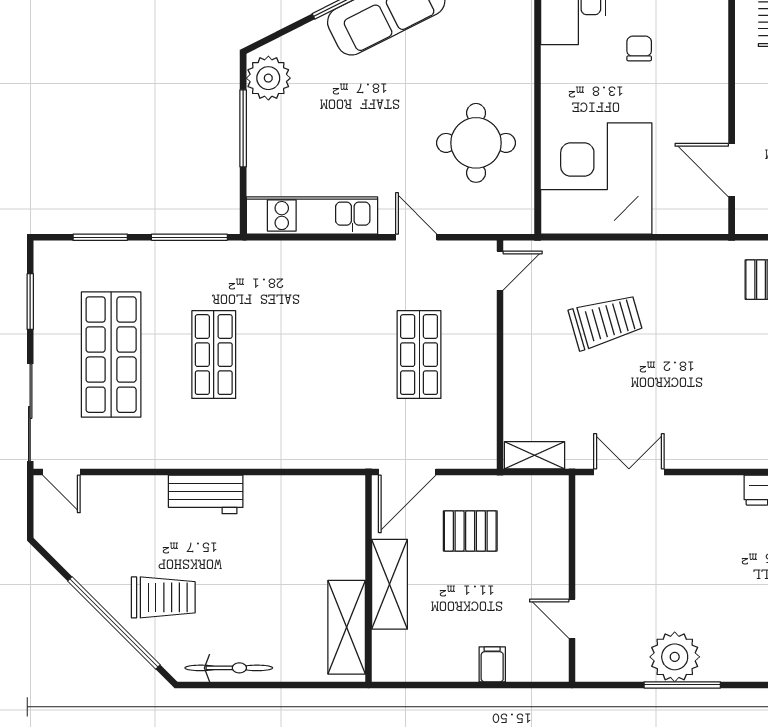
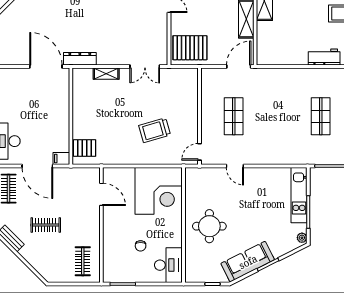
plant: (268, 78) -> (302, 238), width x0.53, depth x0.53
round table: (476, 143) -> (209, 226), moved
kitchen unit: (312, 216) -> (299, 195), moved, turned 90
shelving: (535, 455) -> (106, 74), moved
pallet: (470, 531) -> (190, 48), moved, width x1.50, depth x1.42

